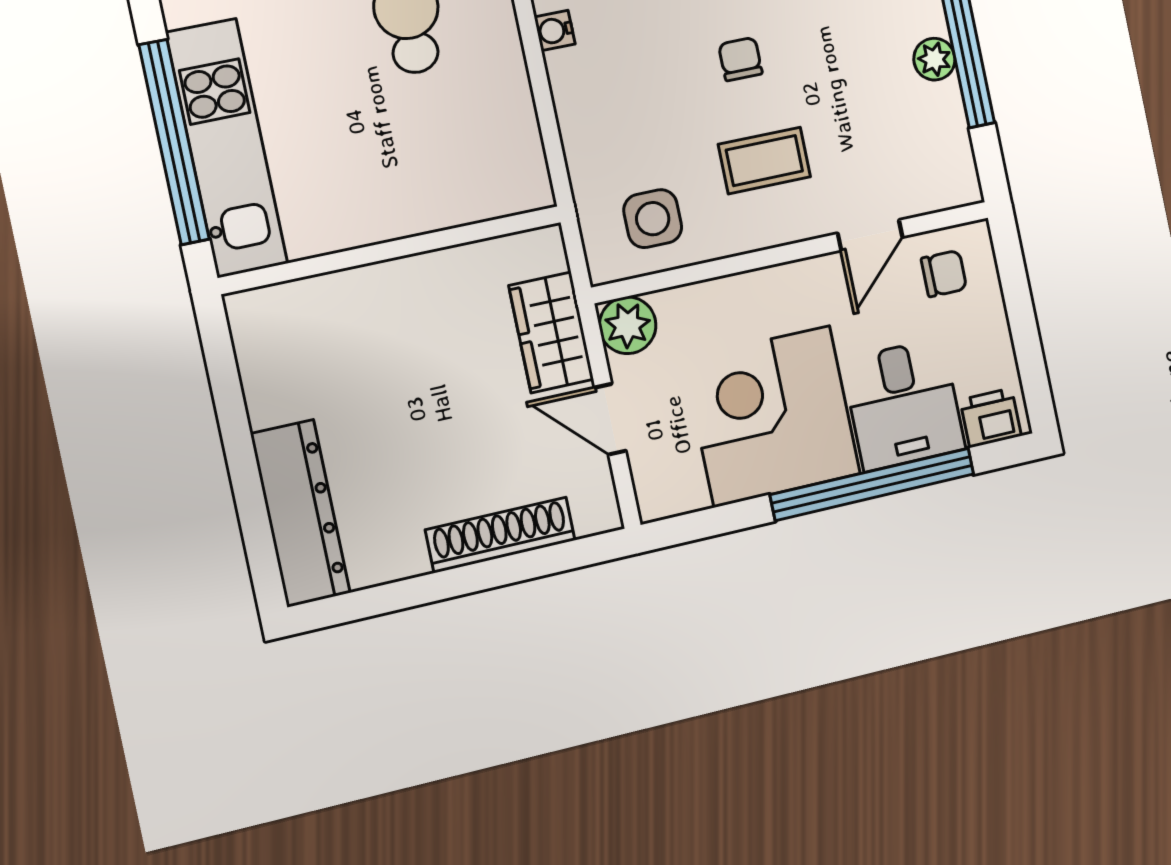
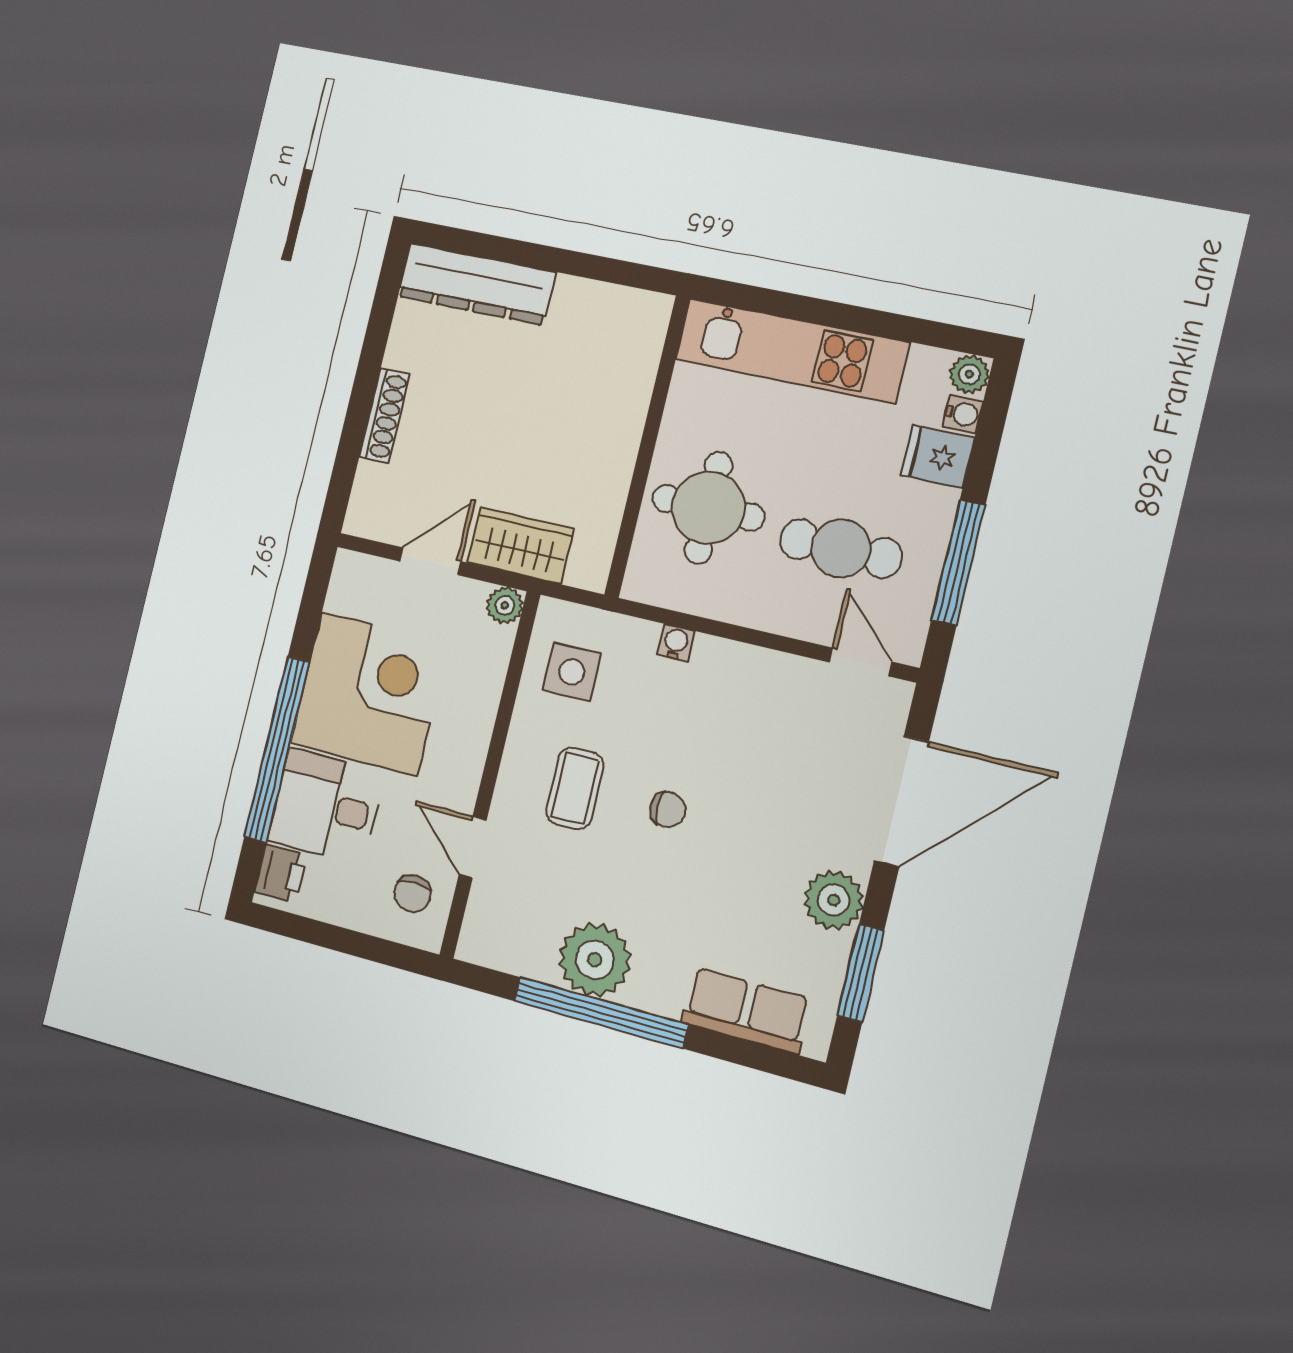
water cooler: (555, 31) -> (676, 643), moved
plant: (934, 59) -> (595, 960), width x1.88, depth x1.88
window: (174, 142) -> (816, 311), removed
round table: (425, 158) -> (708, 508), added
plant: (628, 325) -> (505, 605), width x0.73, depth x0.73
shoe rack: (500, 535) -> (384, 416), width x0.74, depth x0.81

